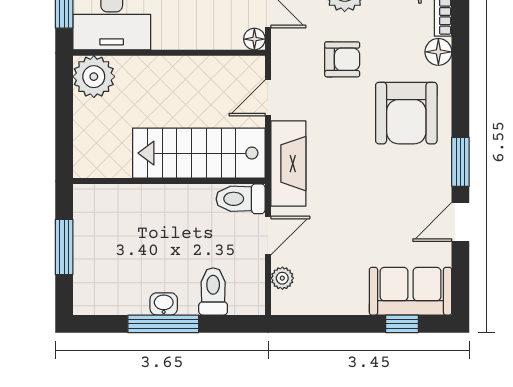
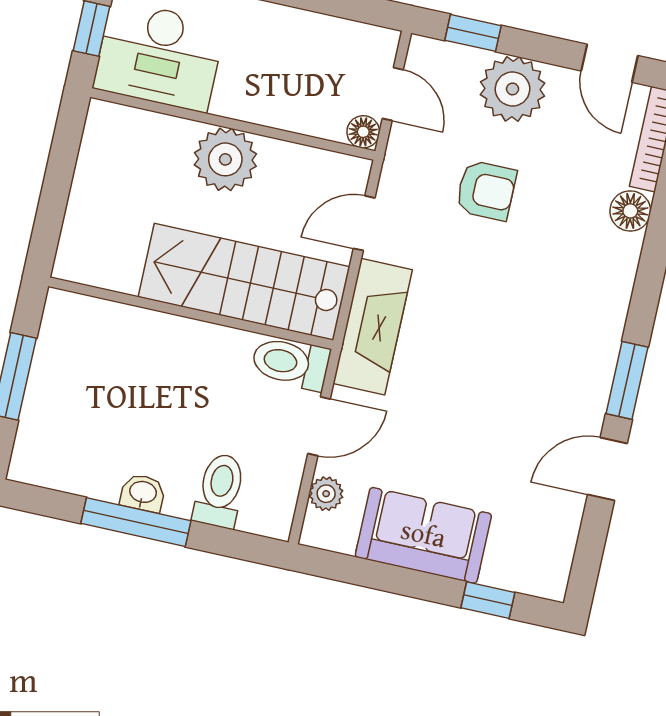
plant: (94, 77) -> (225, 159), moved
armchair: (406, 113) -> (563, 291), removed
sofa: (411, 291) -> (423, 535), moved

